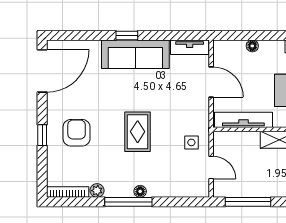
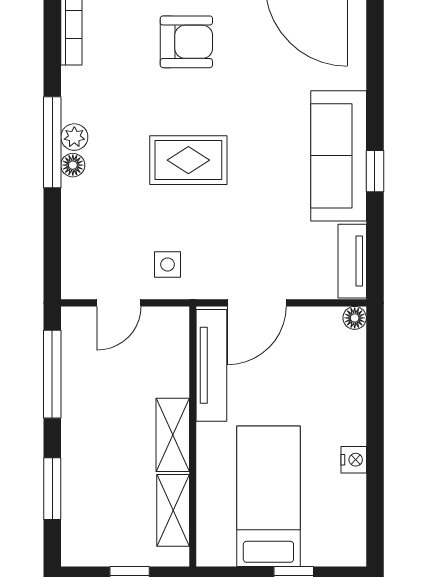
window: (127, 35) -> (375, 171), moved
floor lamp: (252, 46) -> (355, 318), moved
door: (211, 82) -> (257, 303), moved
plant: (97, 191) -> (74, 137), moved

